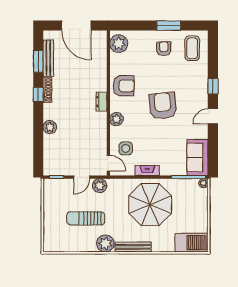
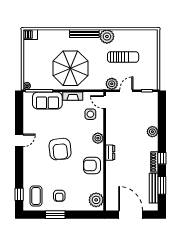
window: (213, 86) -> (19, 194), moved
sofa: (198, 157) -> (47, 101), moved, turned 90
barbecue: (192, 243) -> (30, 34), width x0.53, depth x0.65

